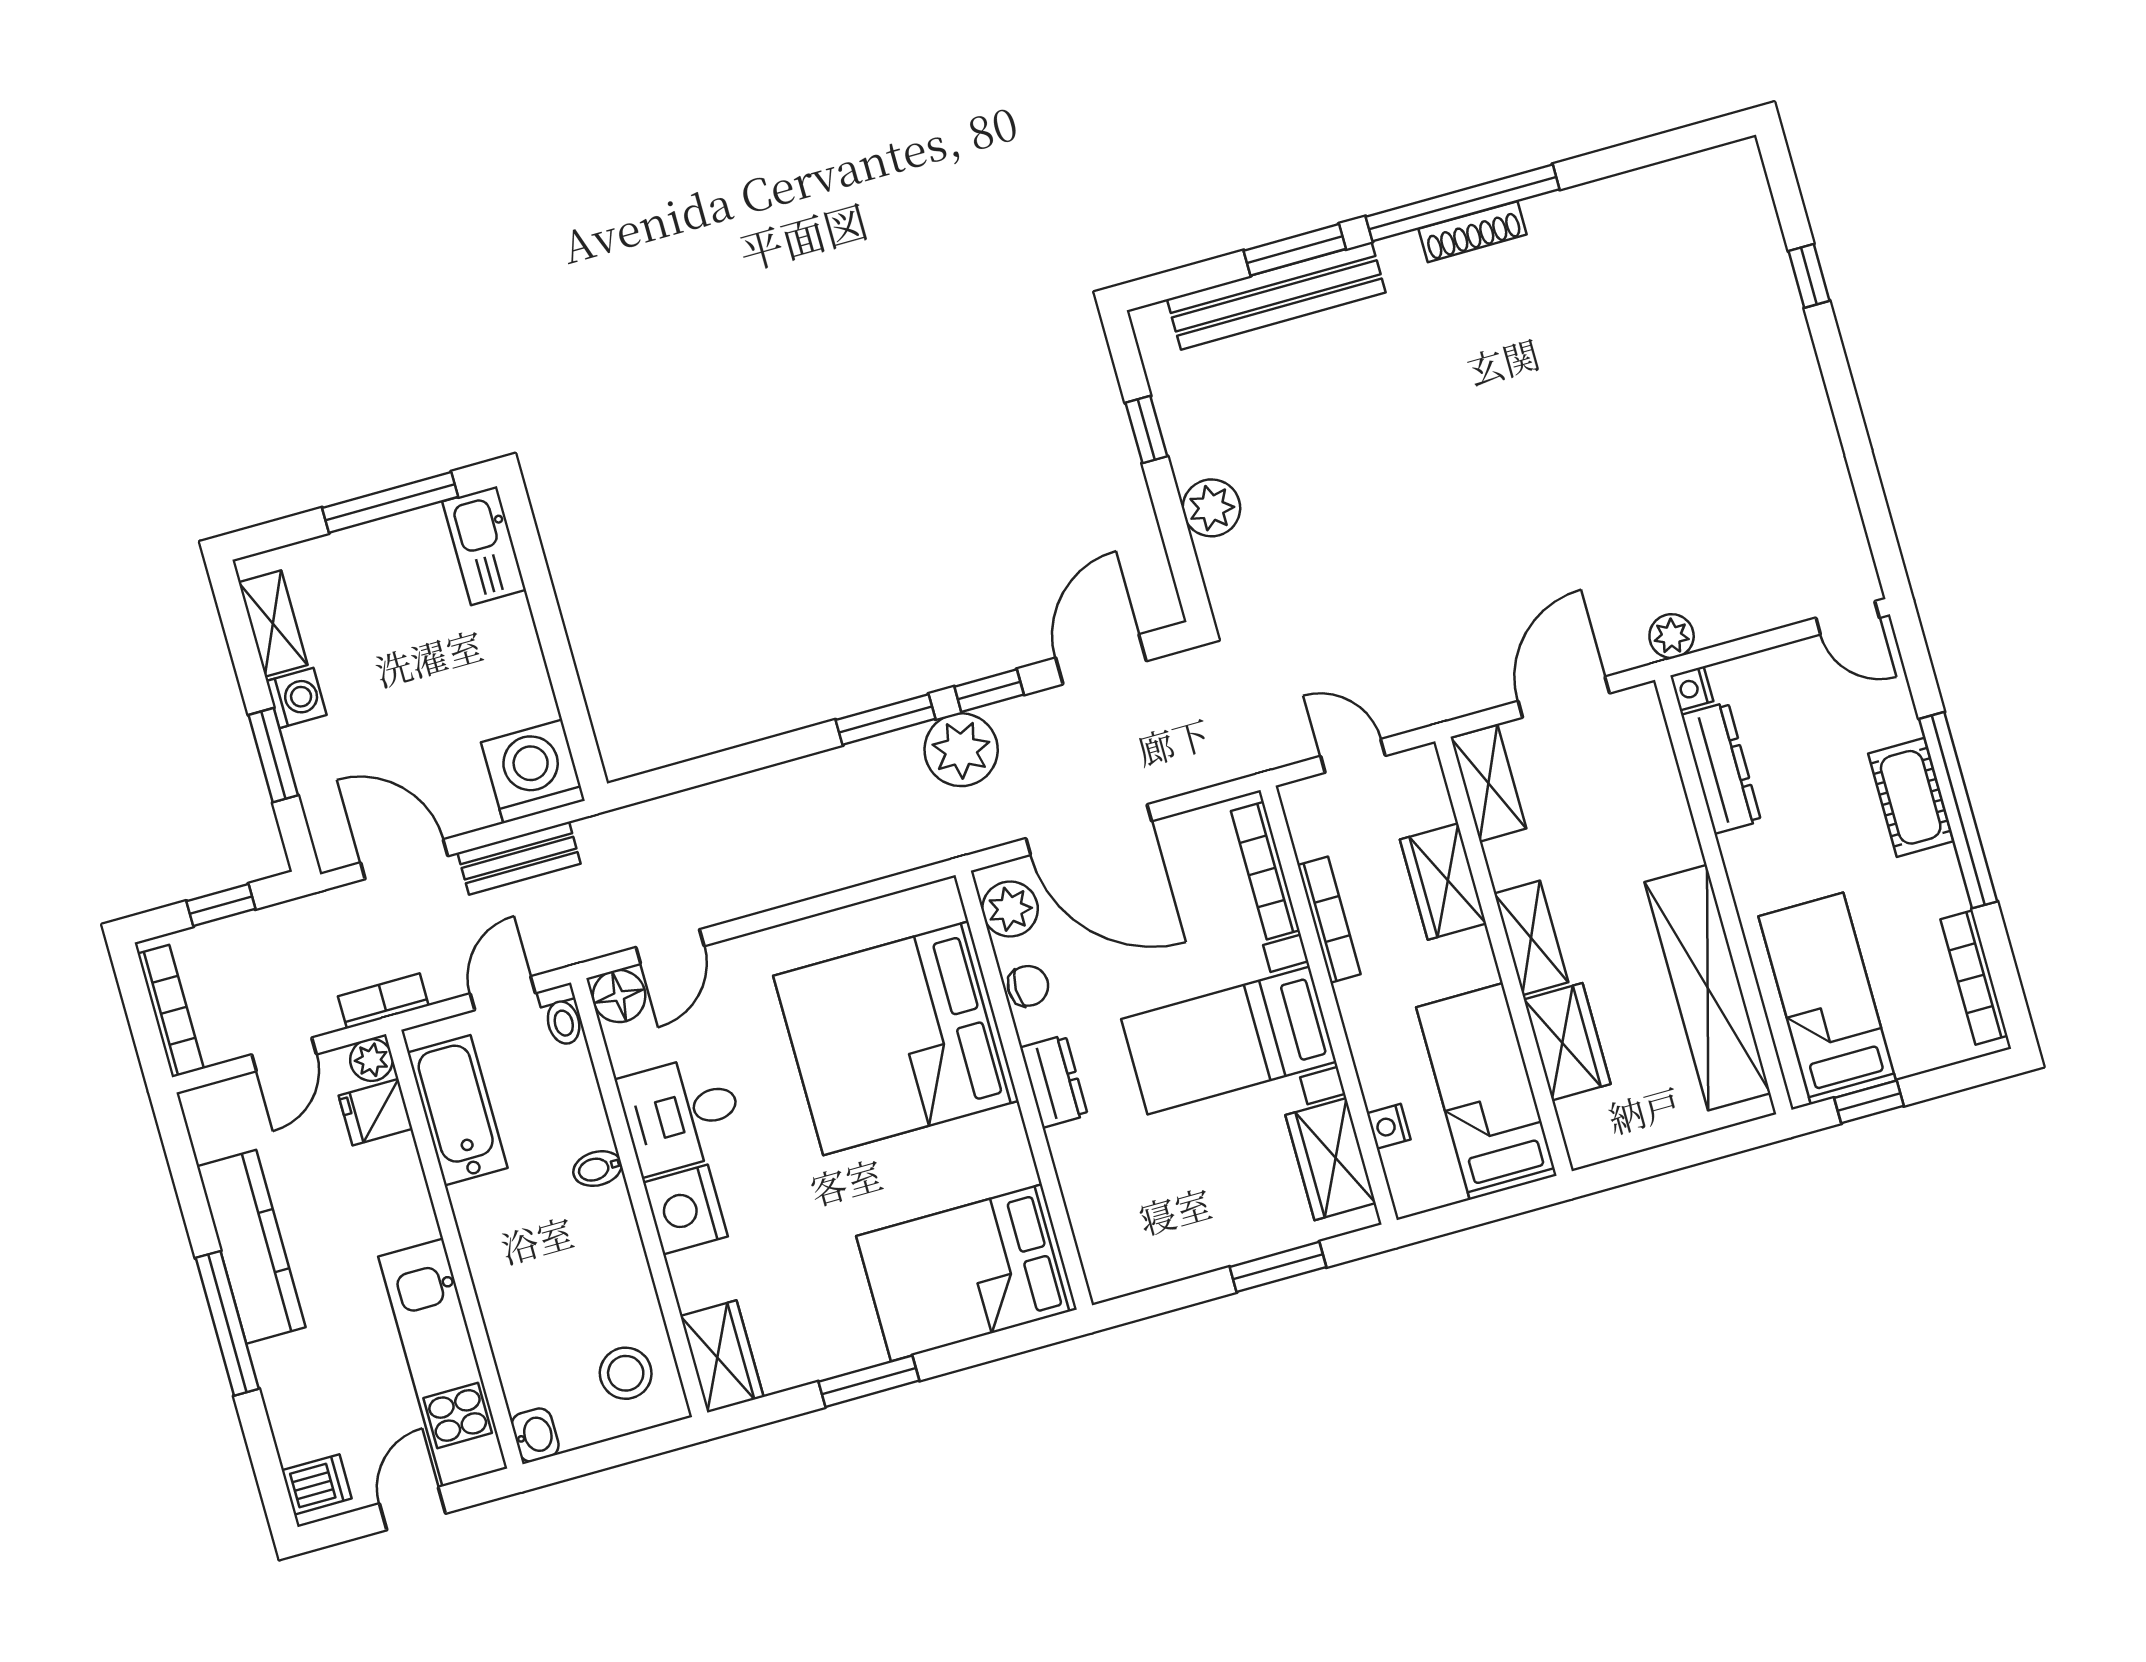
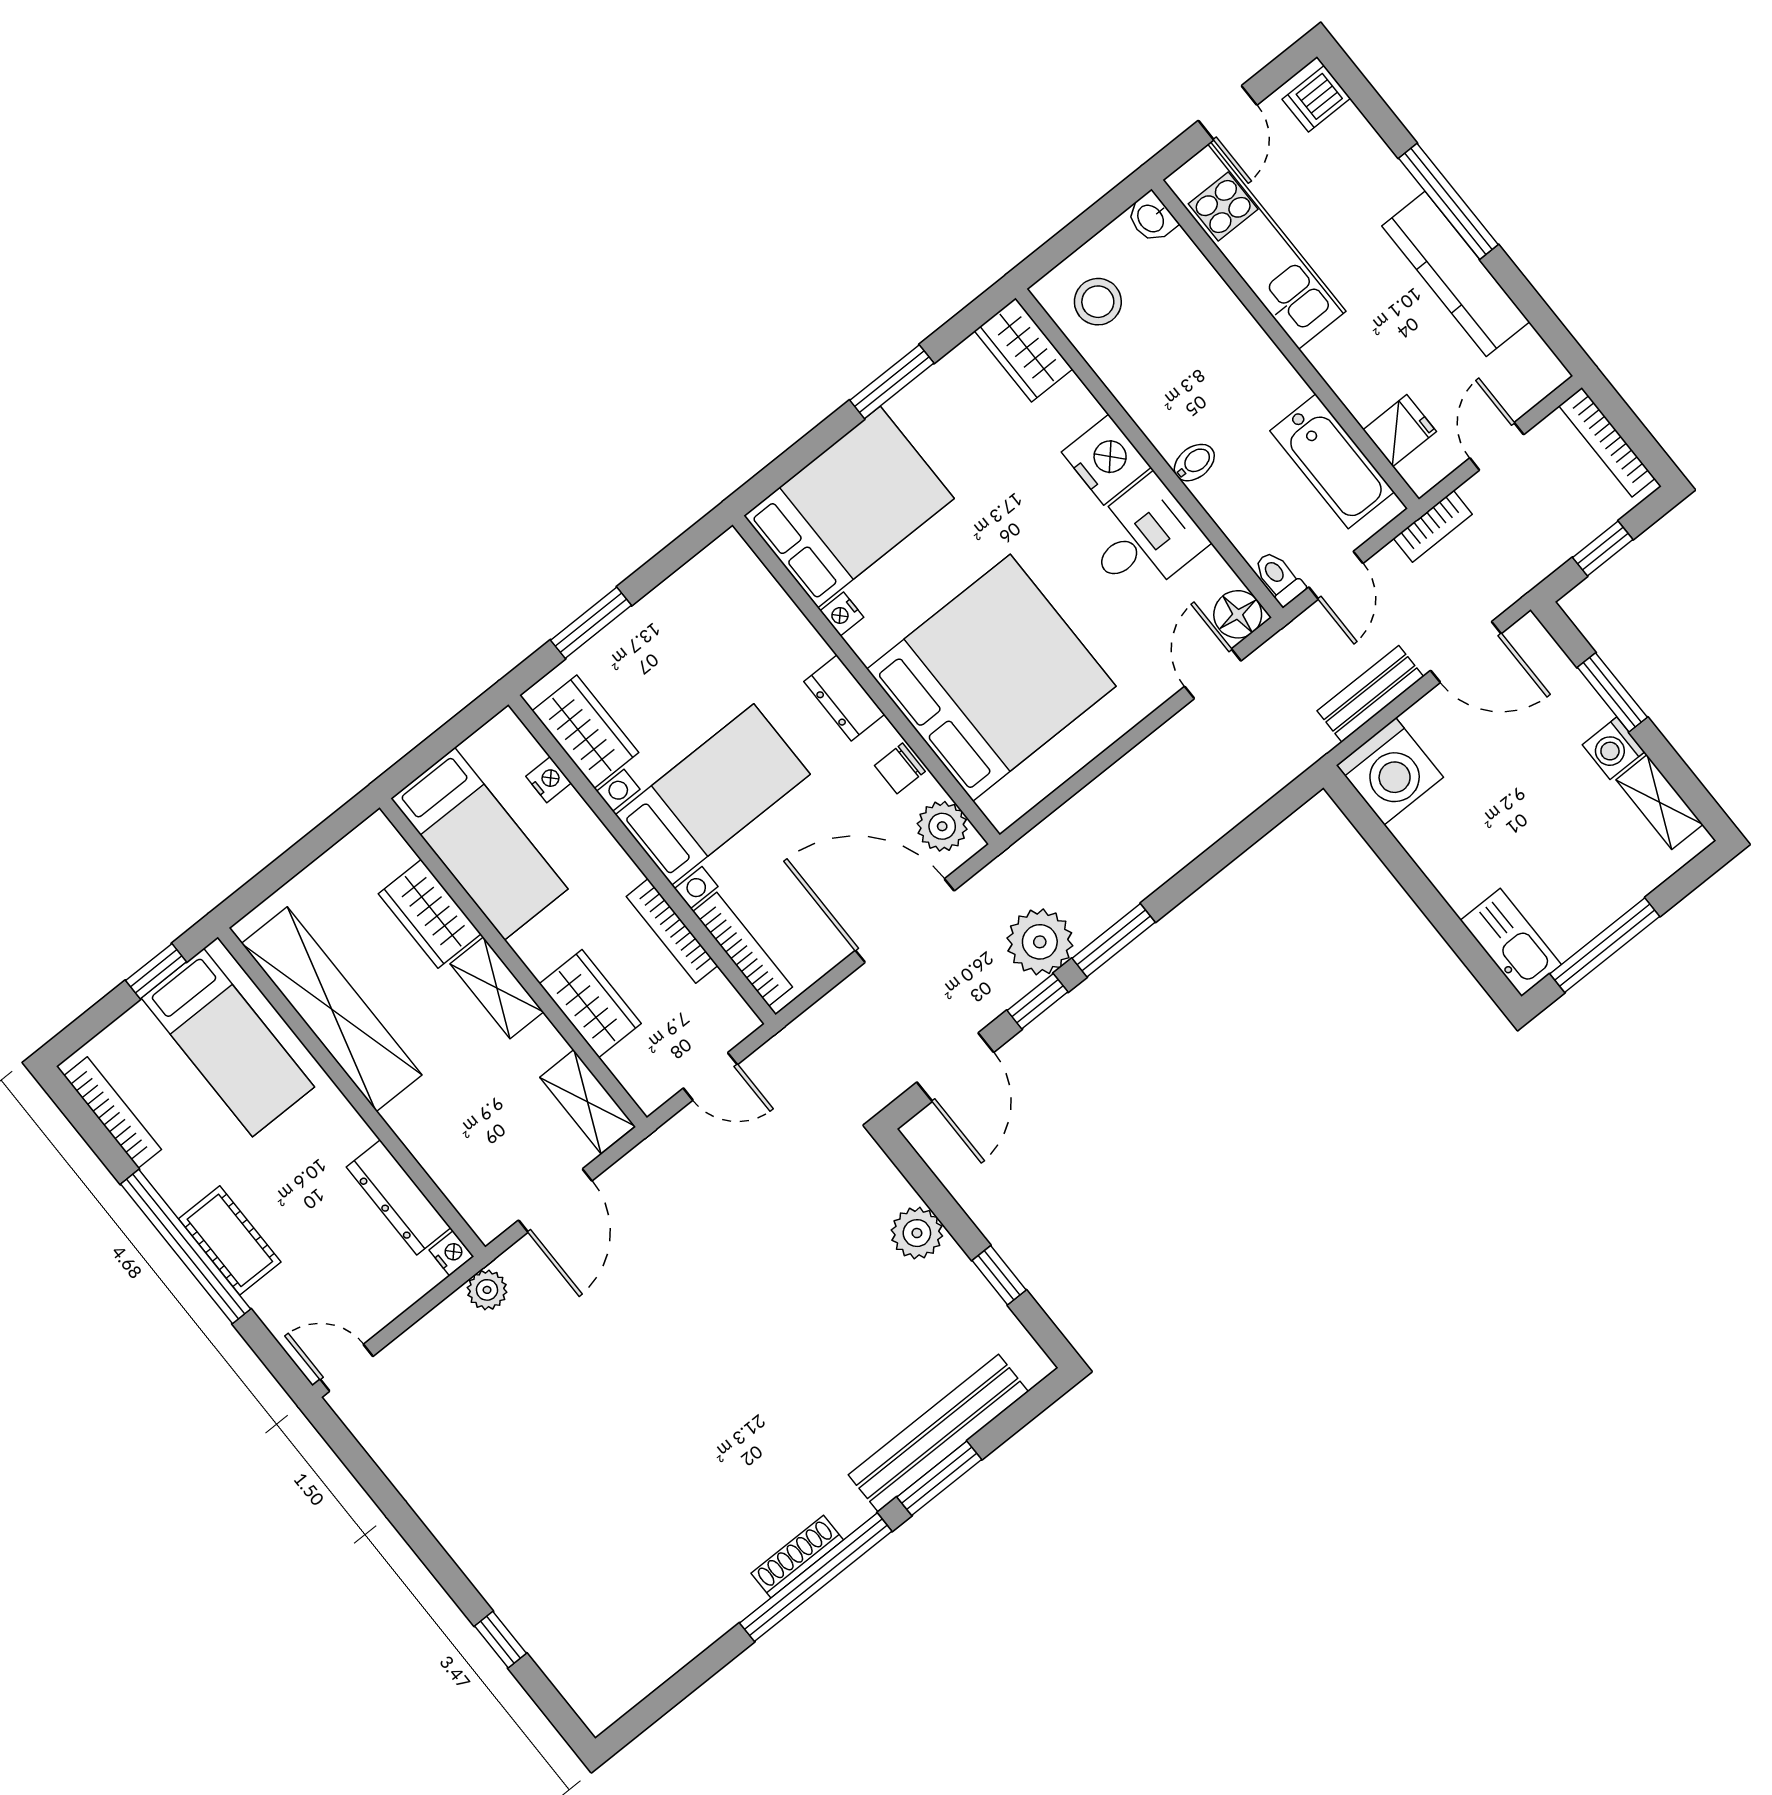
plant: (371, 1060) -> (1422, 473), removed
nightstand: (1020, 1167) -> (842, 614), added

